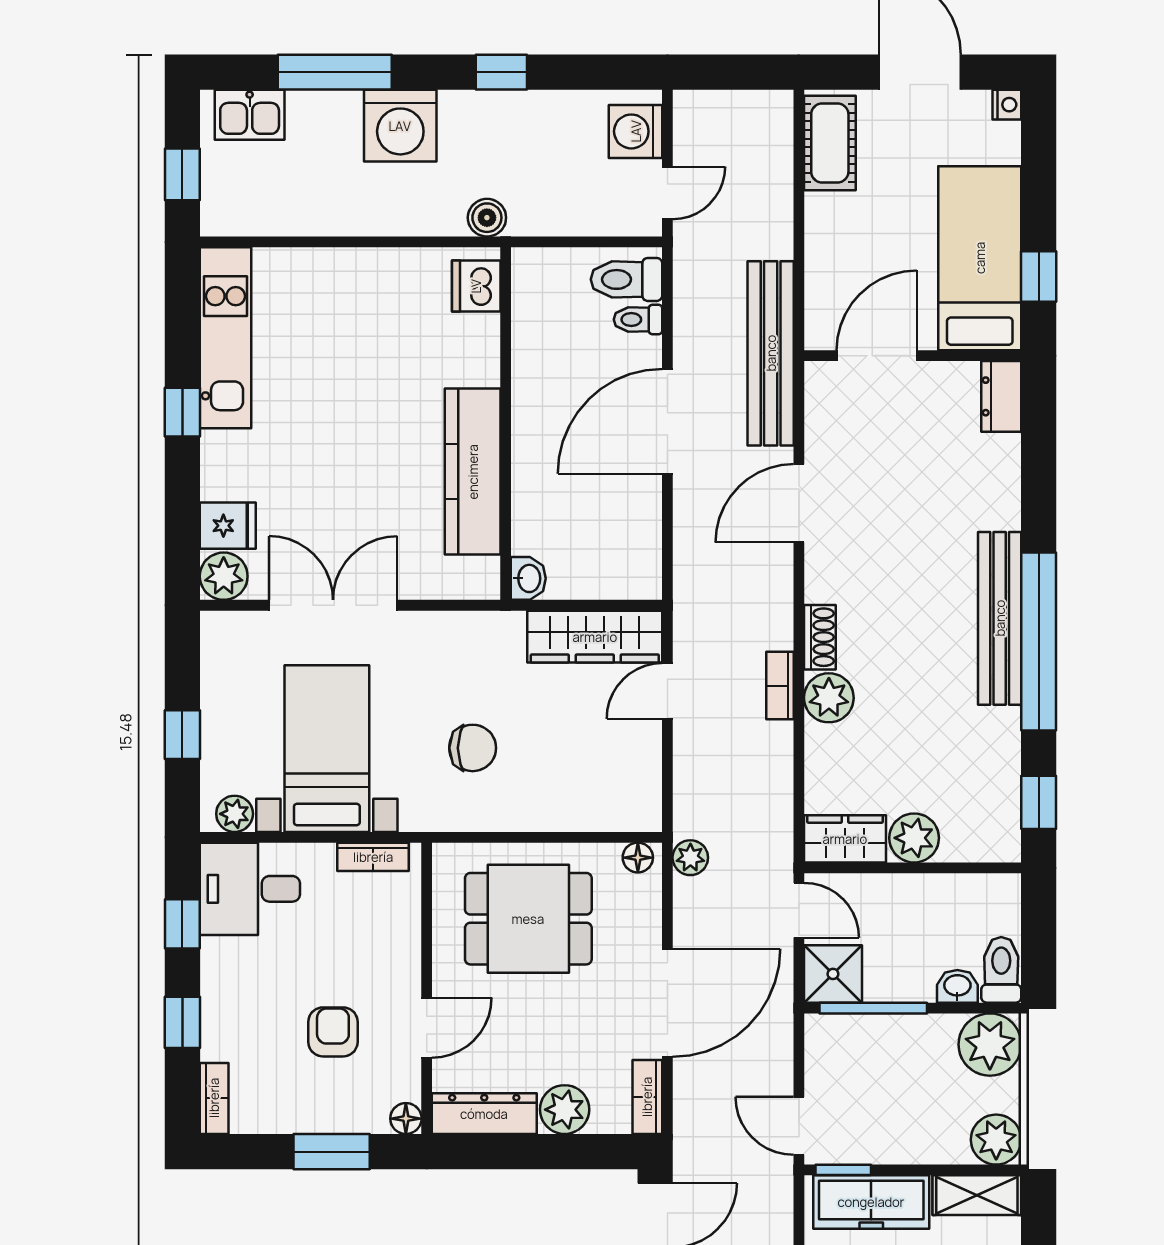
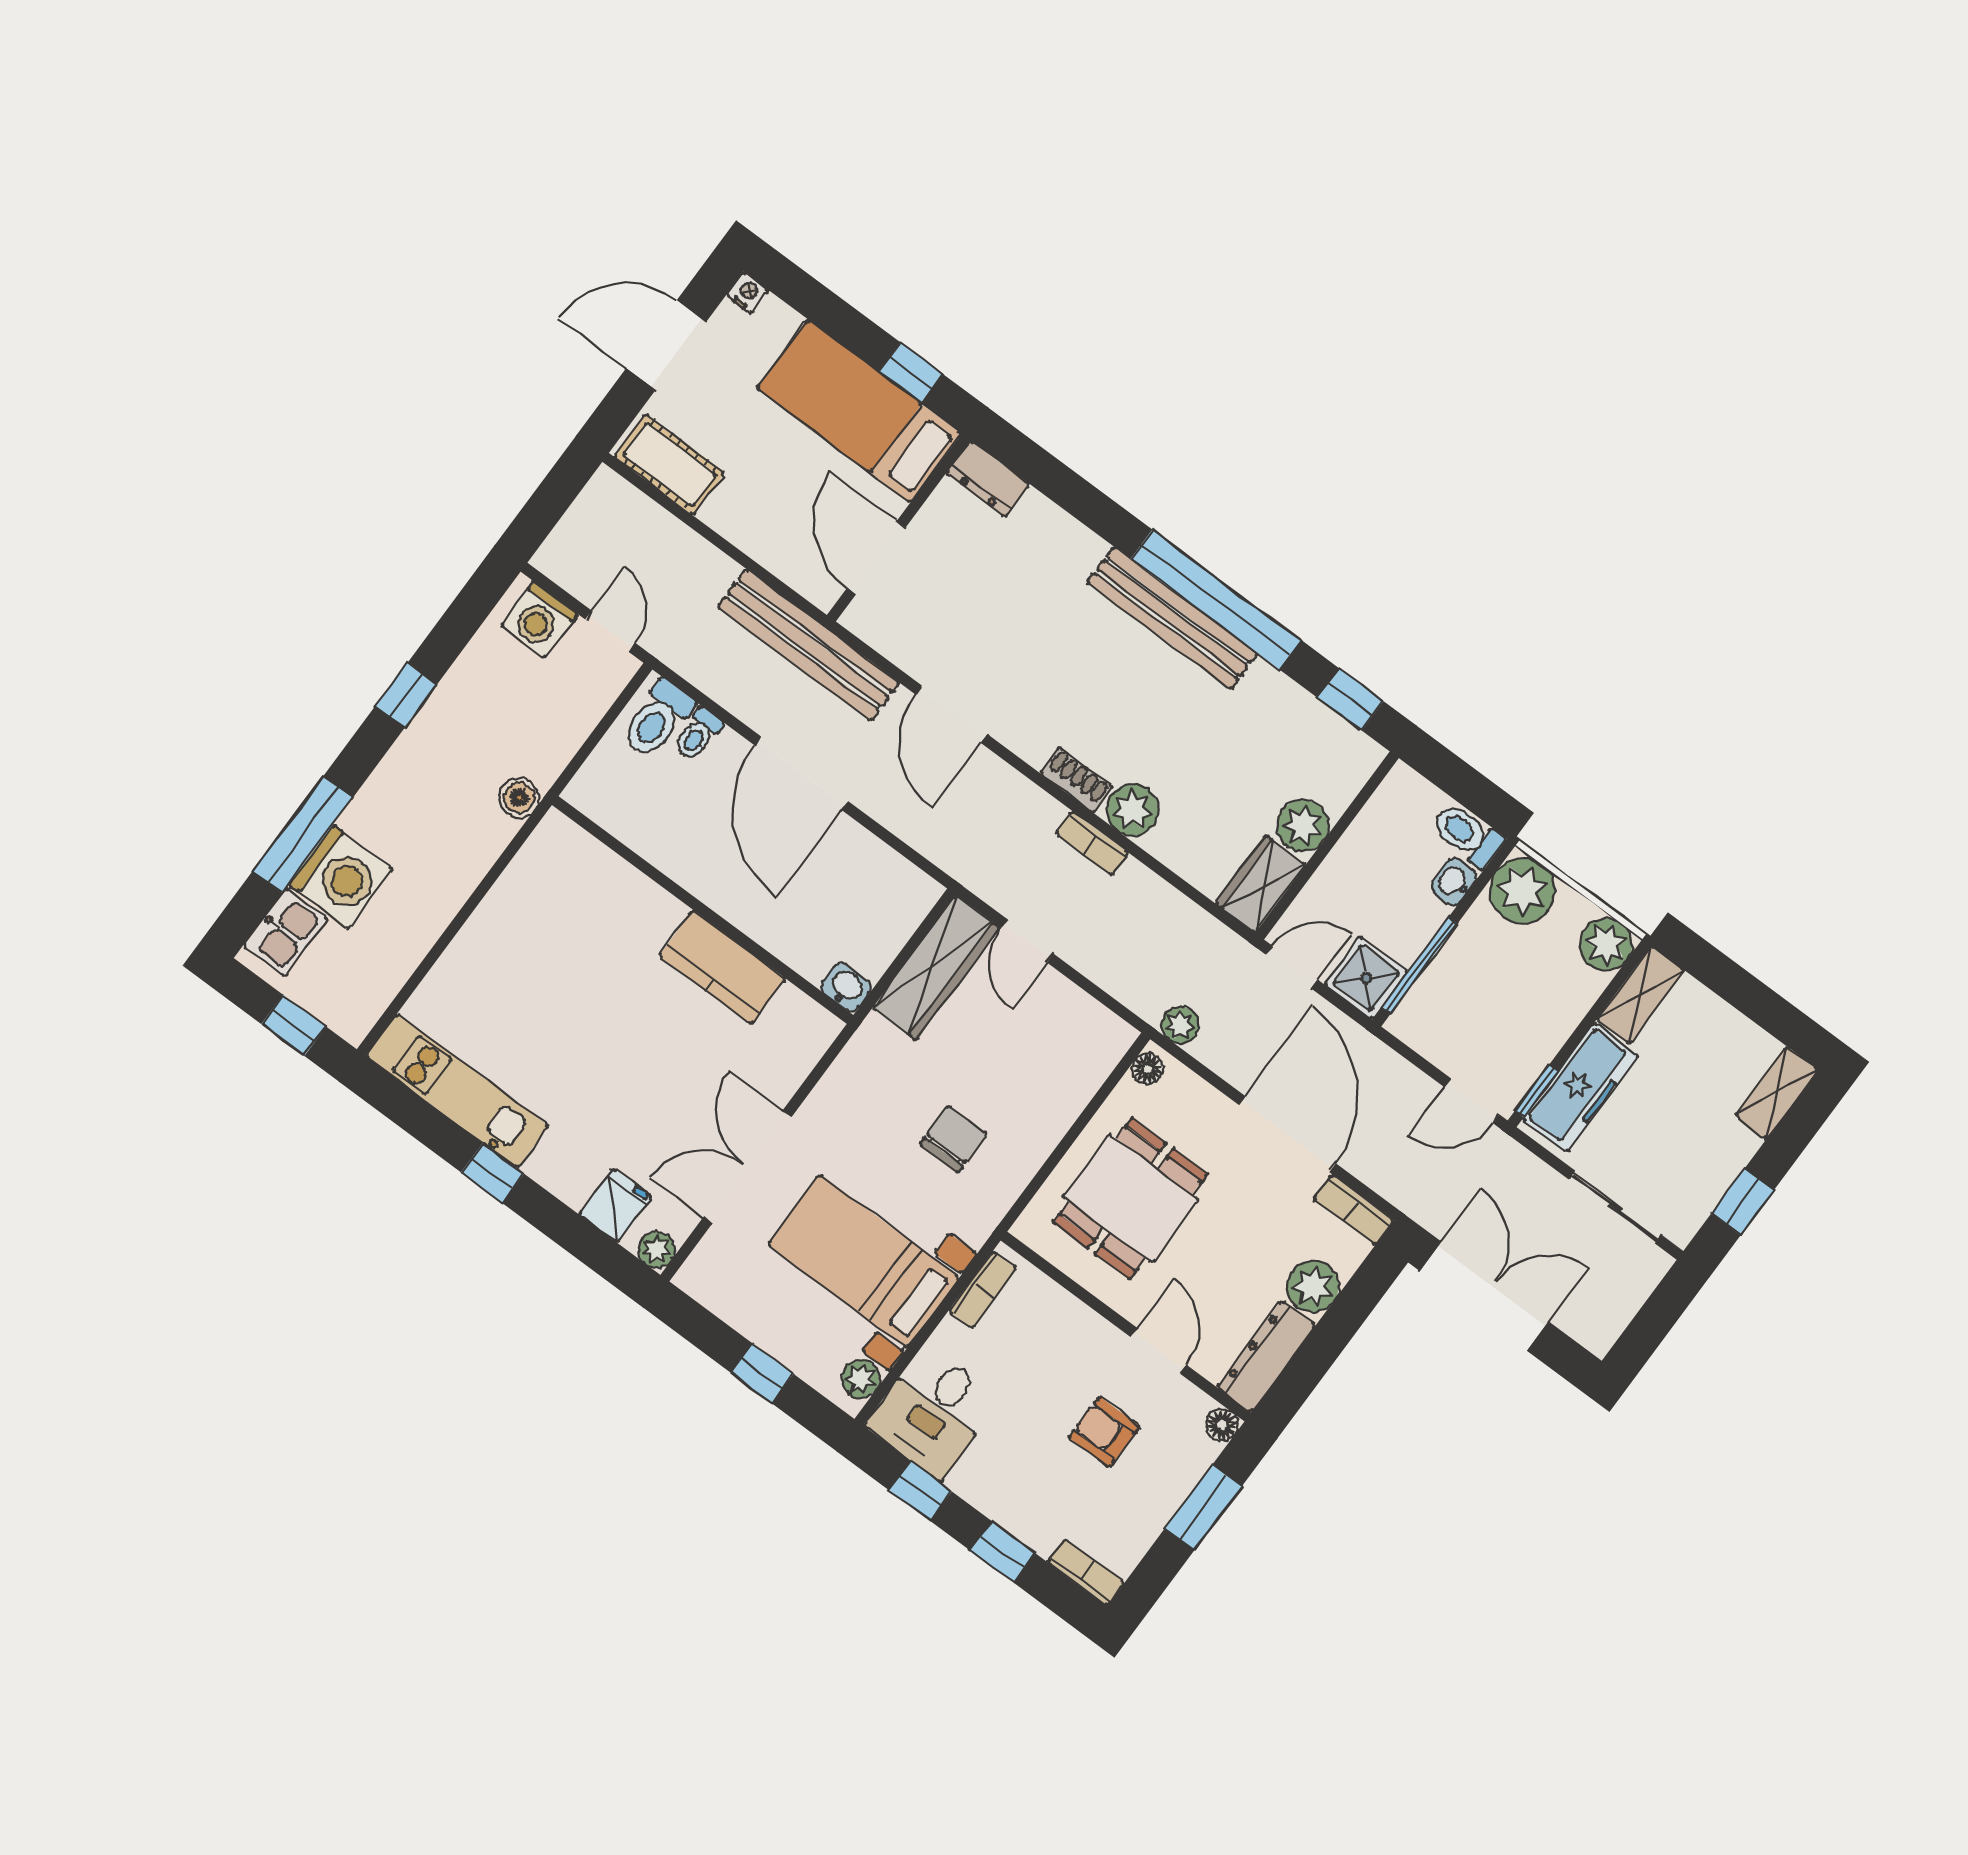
washing machine: (400, 126) -> (341, 877), moved
dishwasher: (476, 286) -> (569, 849), removed
kitchen counter: (473, 472) -> (722, 967), width x0.67
plant: (224, 576) -> (657, 1250), width x0.73, depth x0.73

